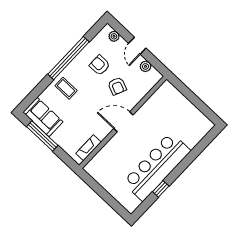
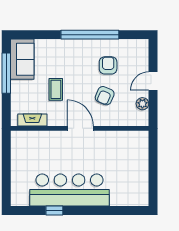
plant: (114, 36) -> (143, 55), removed
coffee table: (66, 88) -> (56, 89), moved

